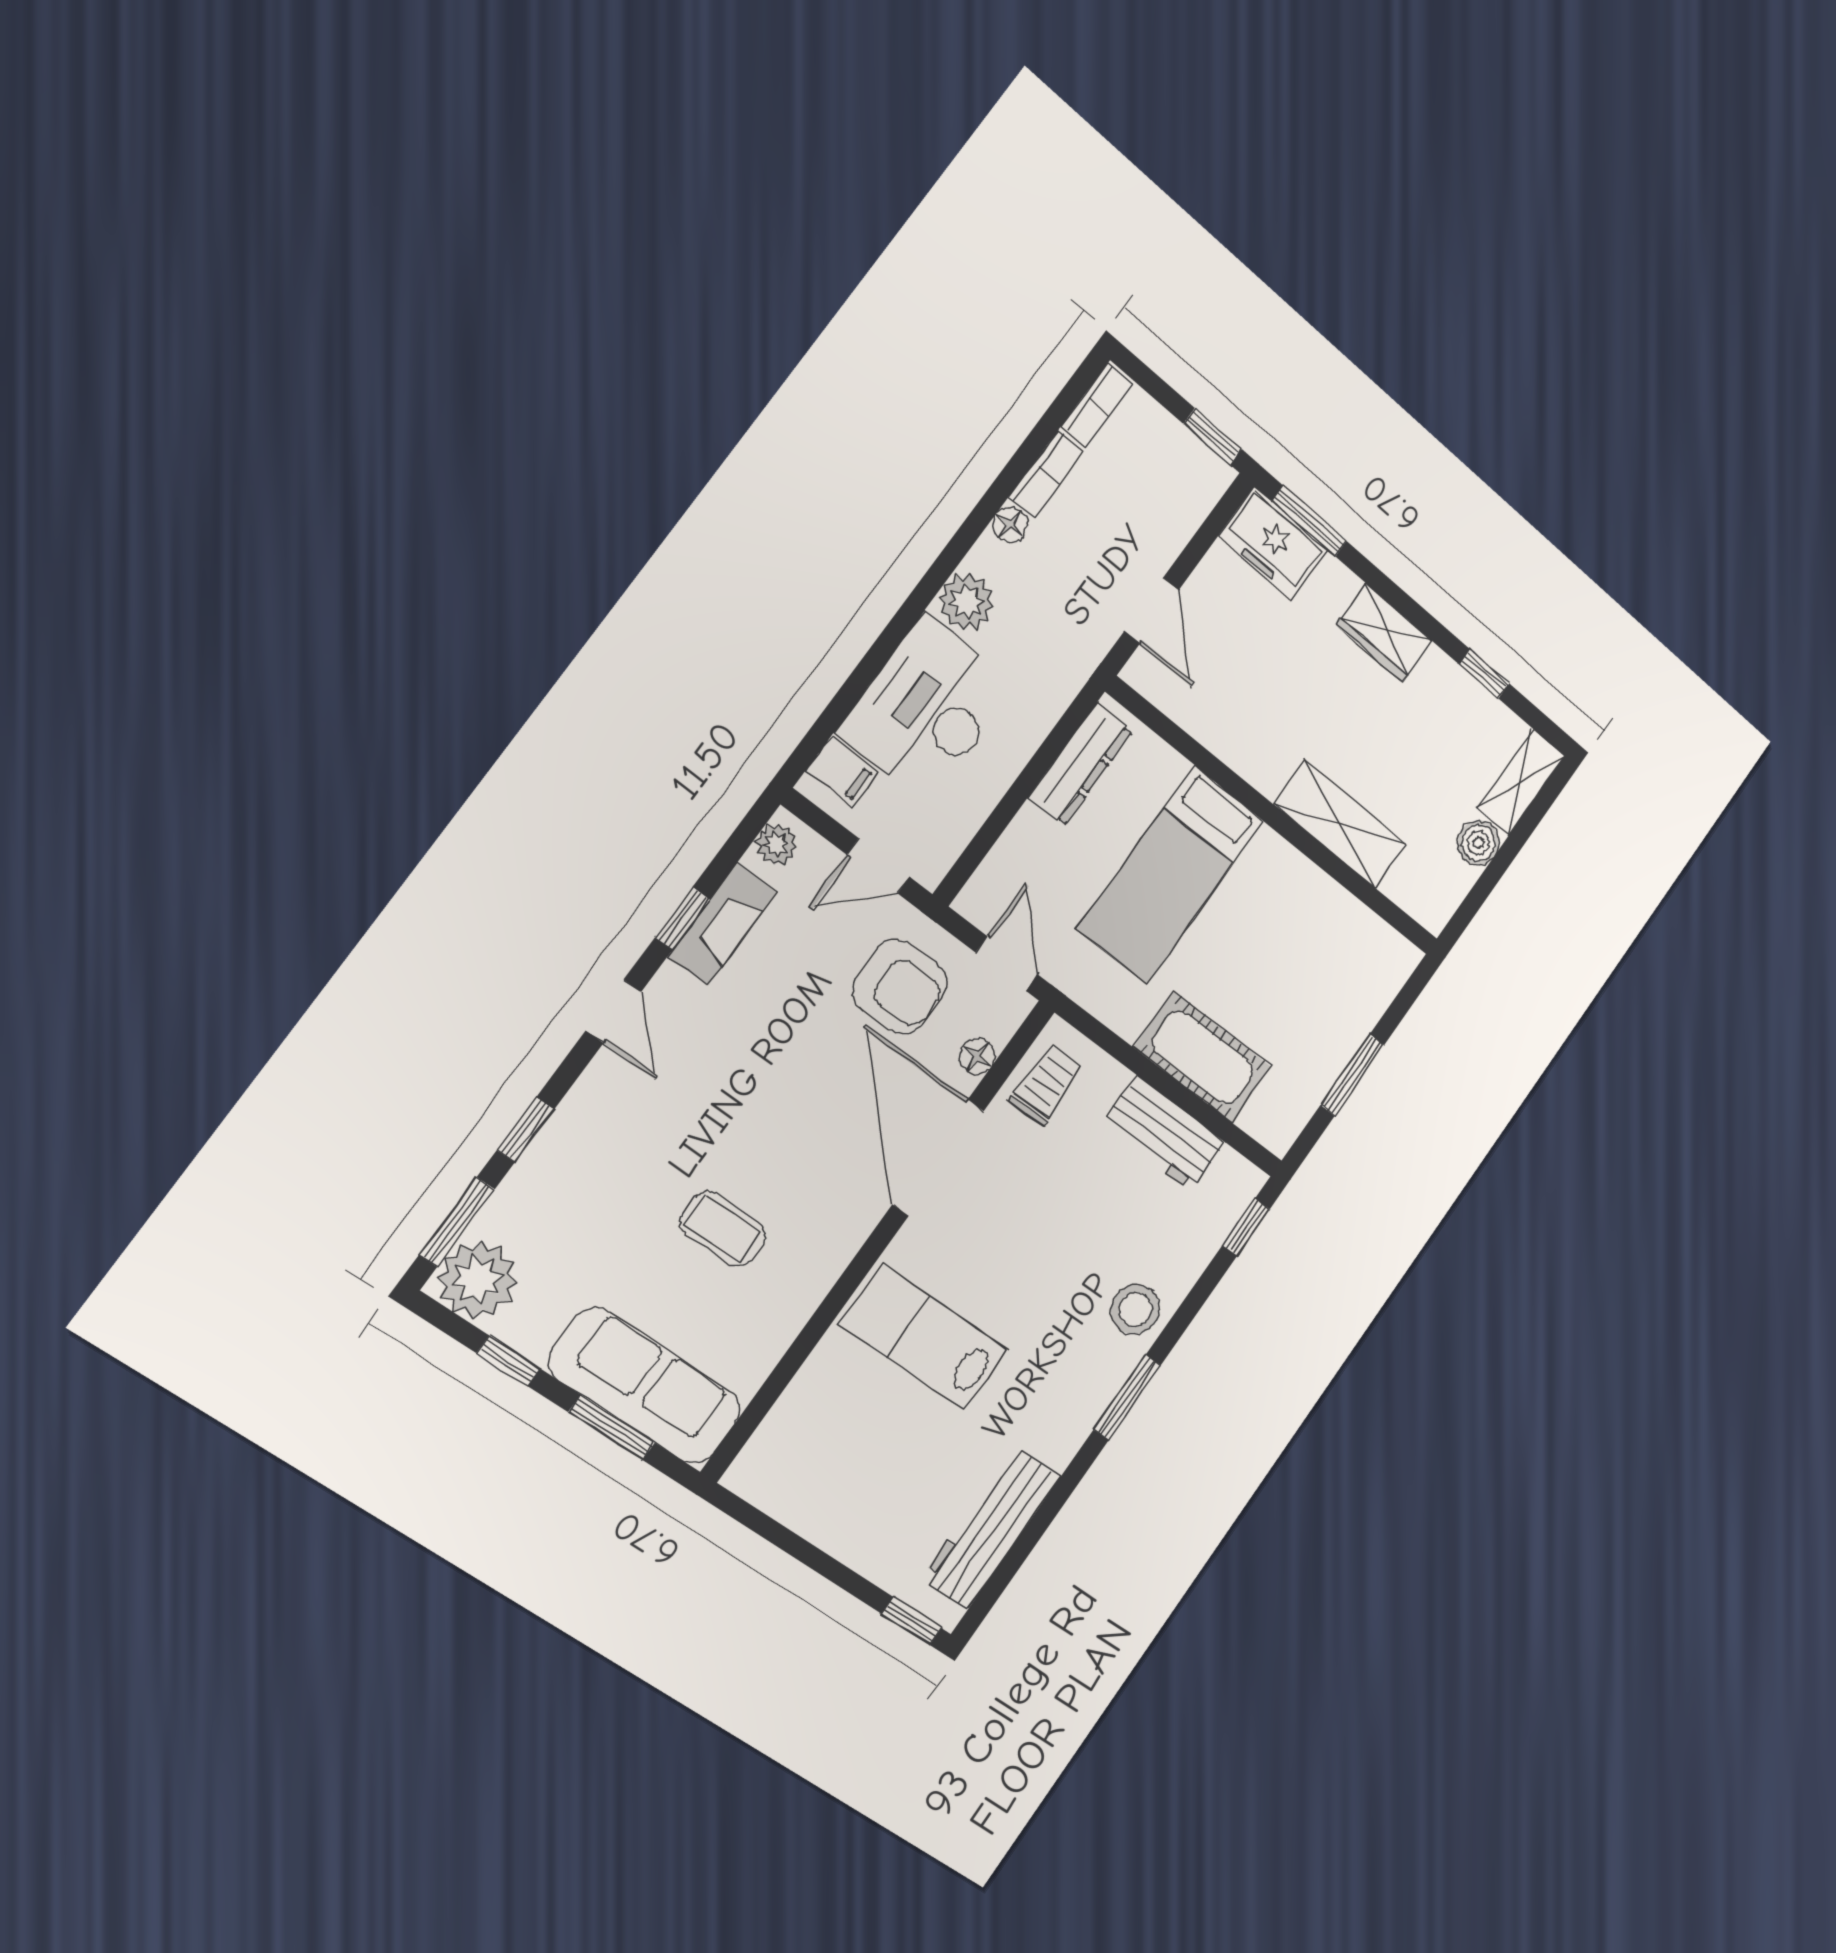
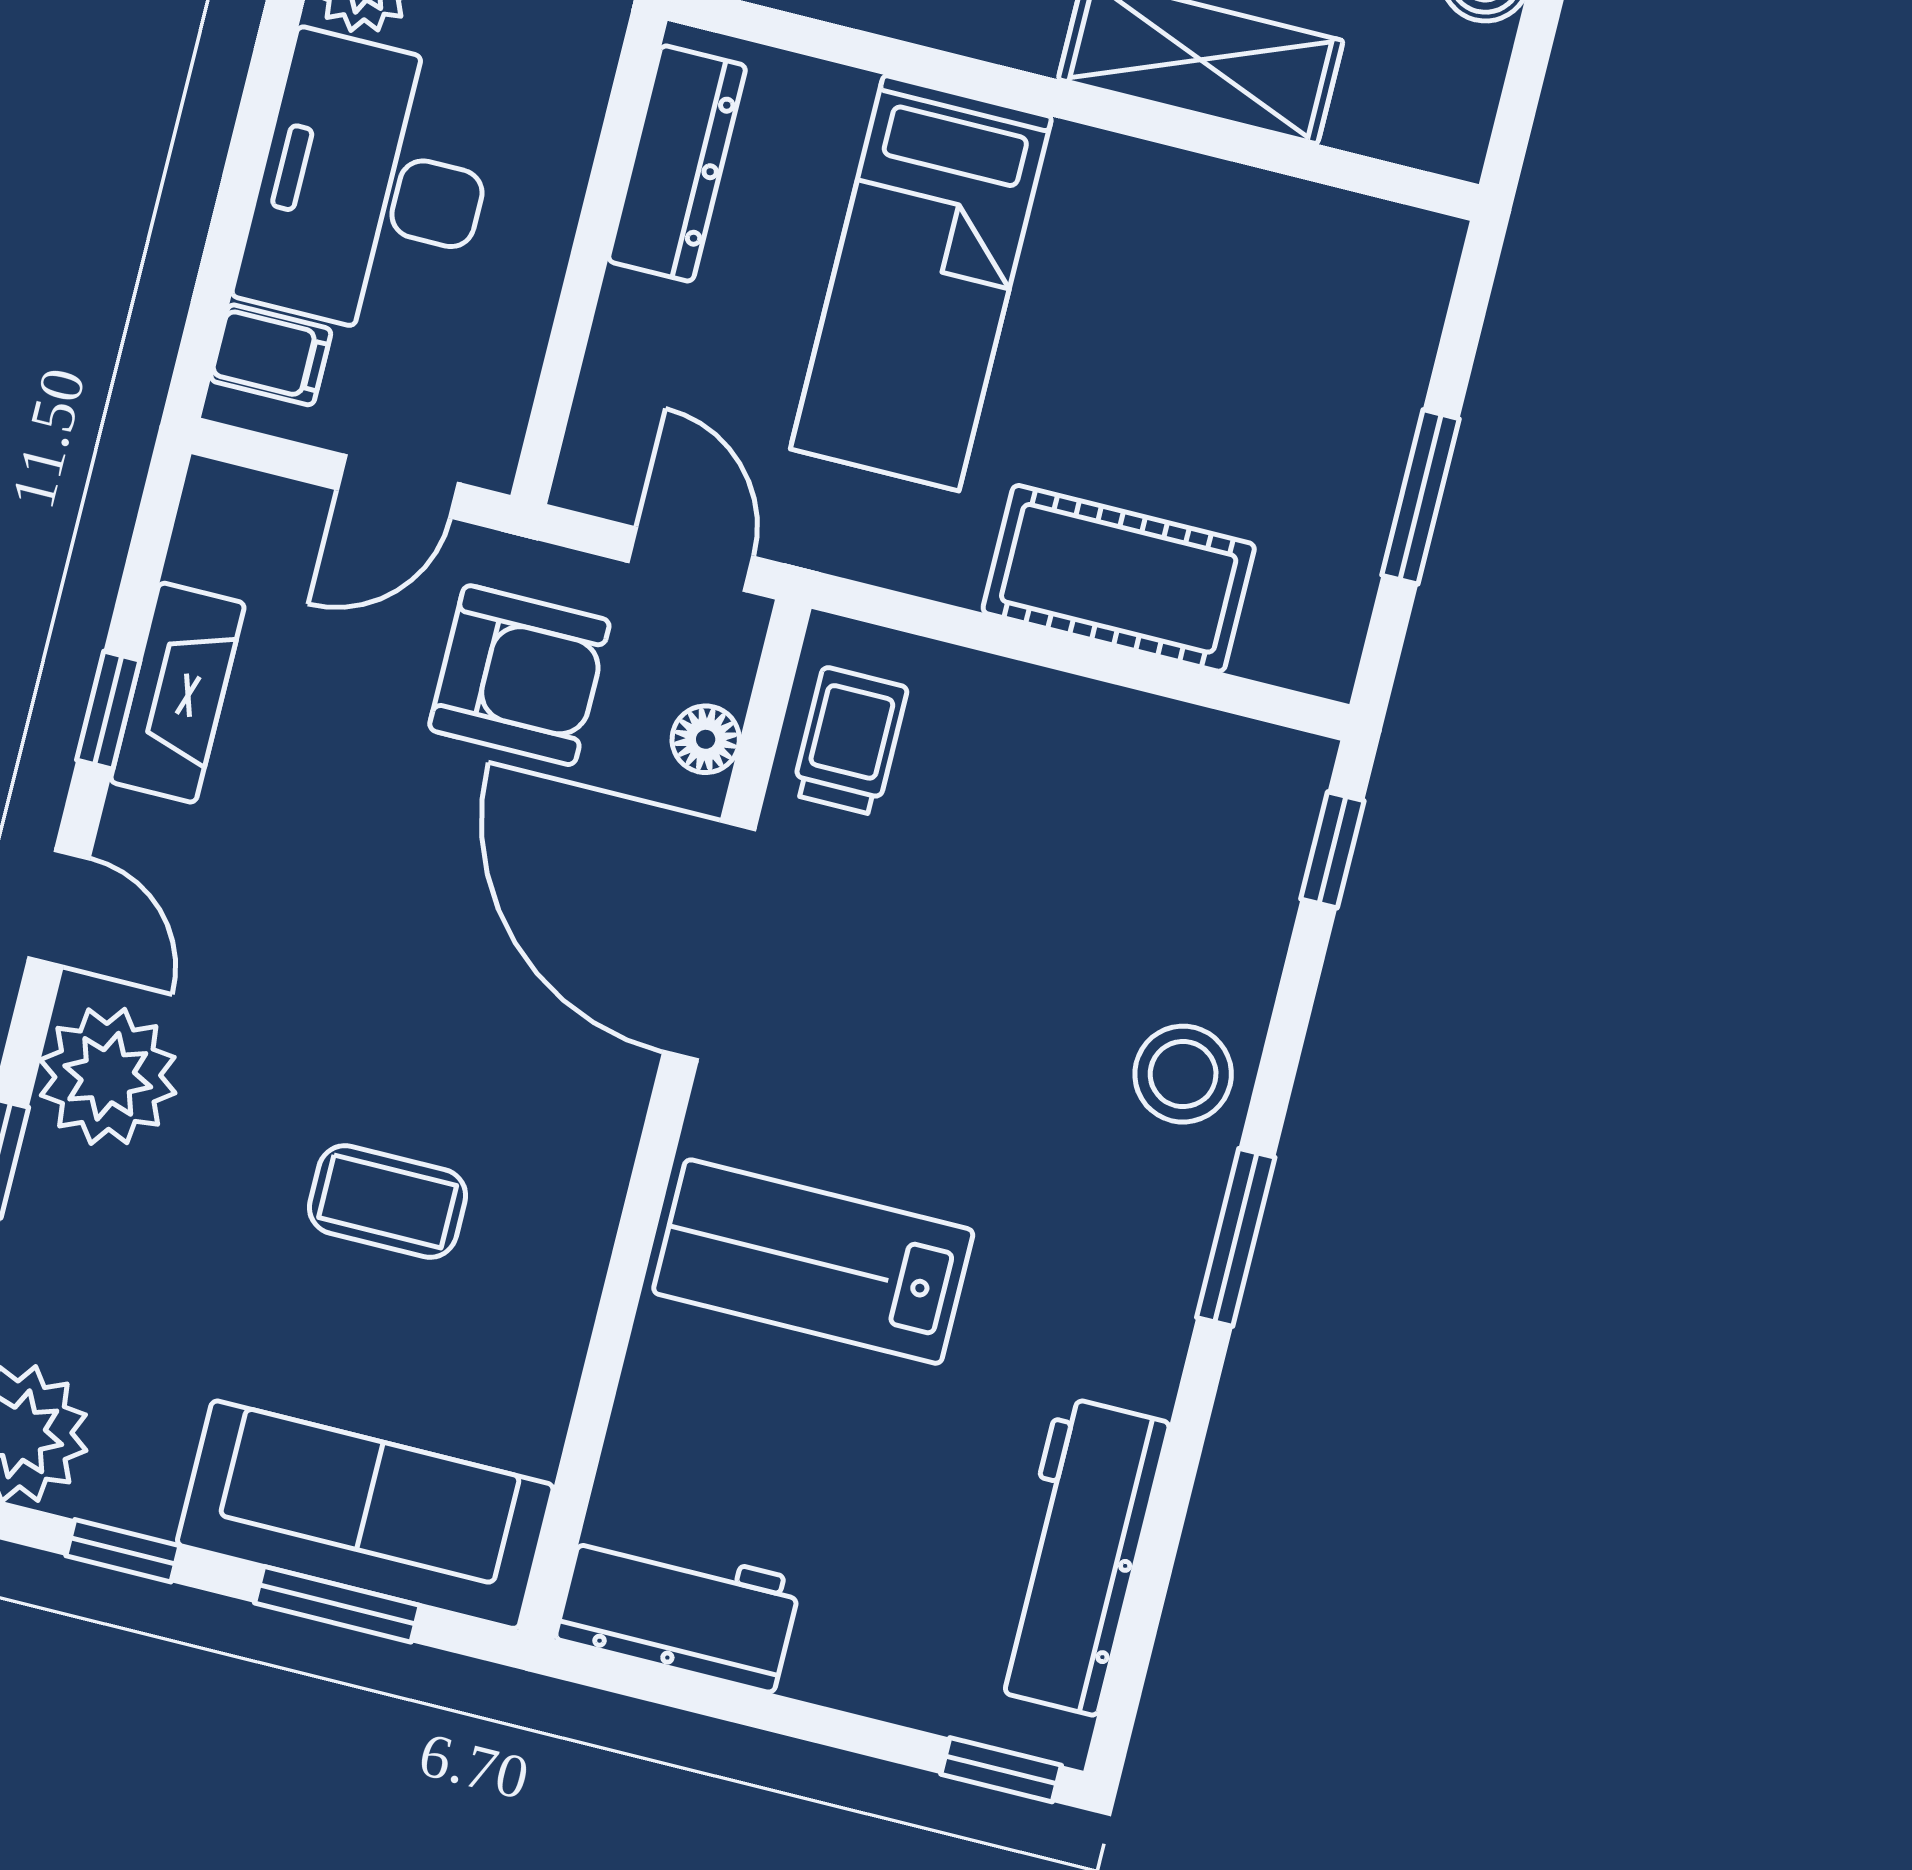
plant: (776, 845) -> (108, 1076), moved, width x1.88, depth x1.88
workbench: (1164, 1133) -> (678, 1610), moved, turned 180

